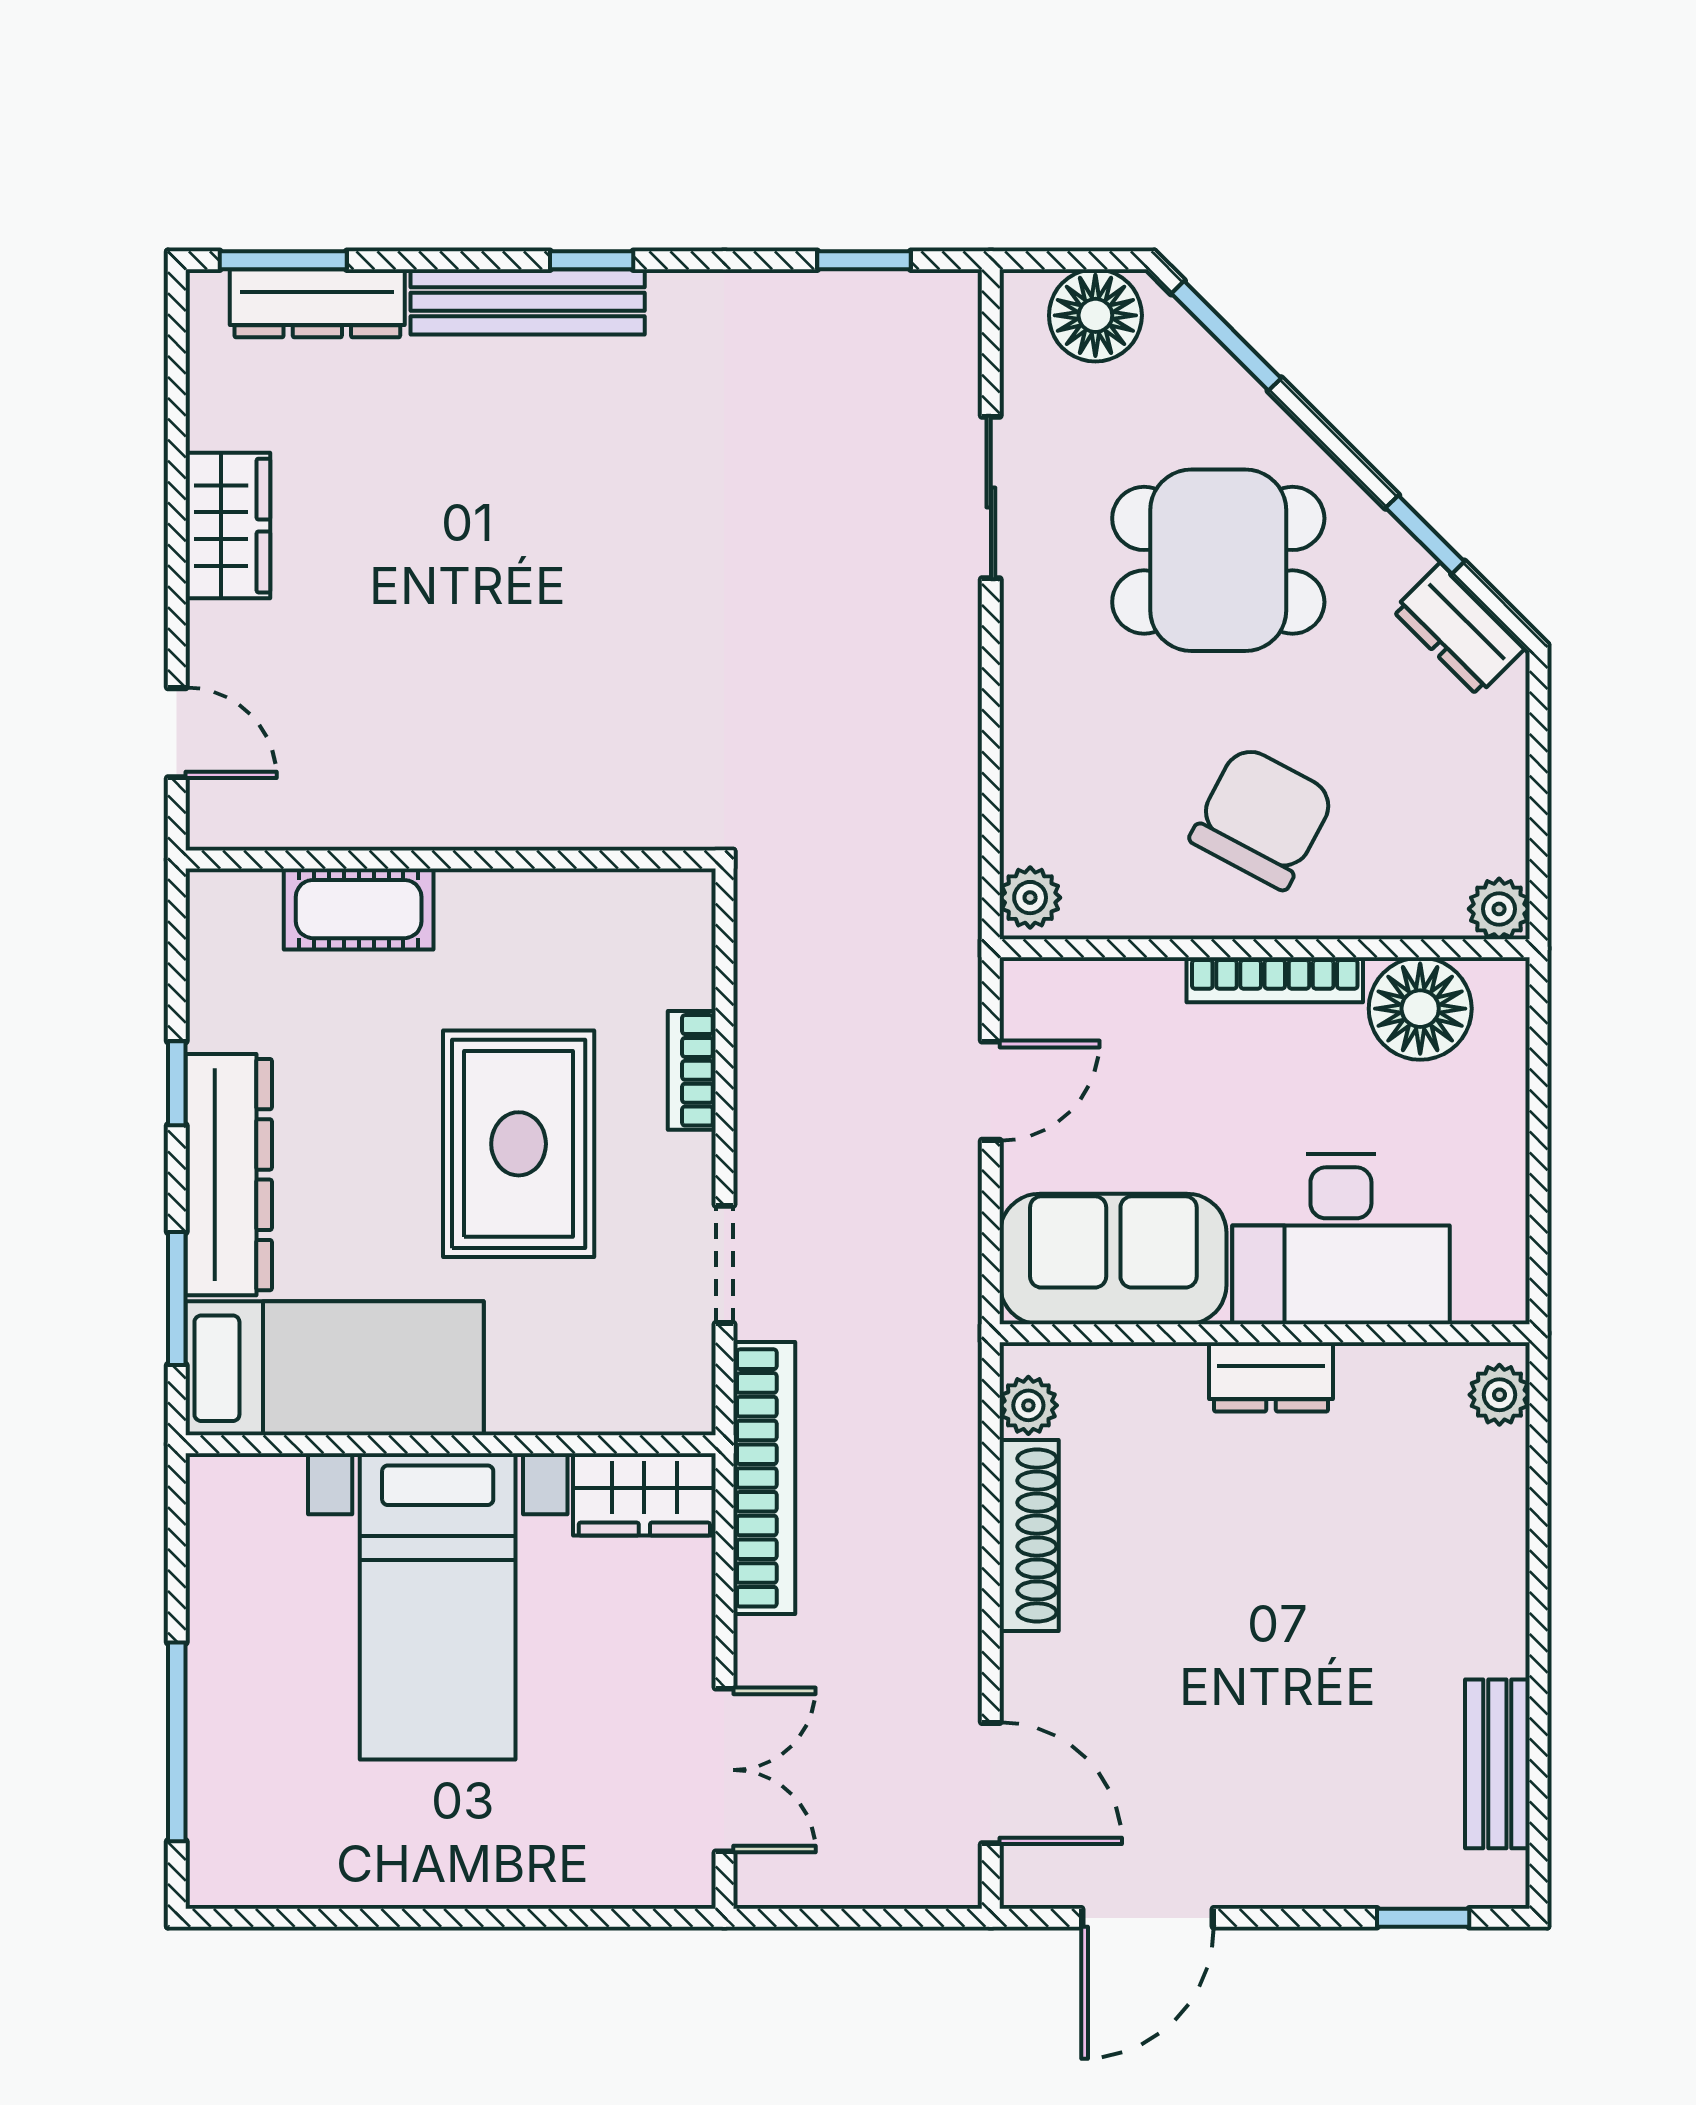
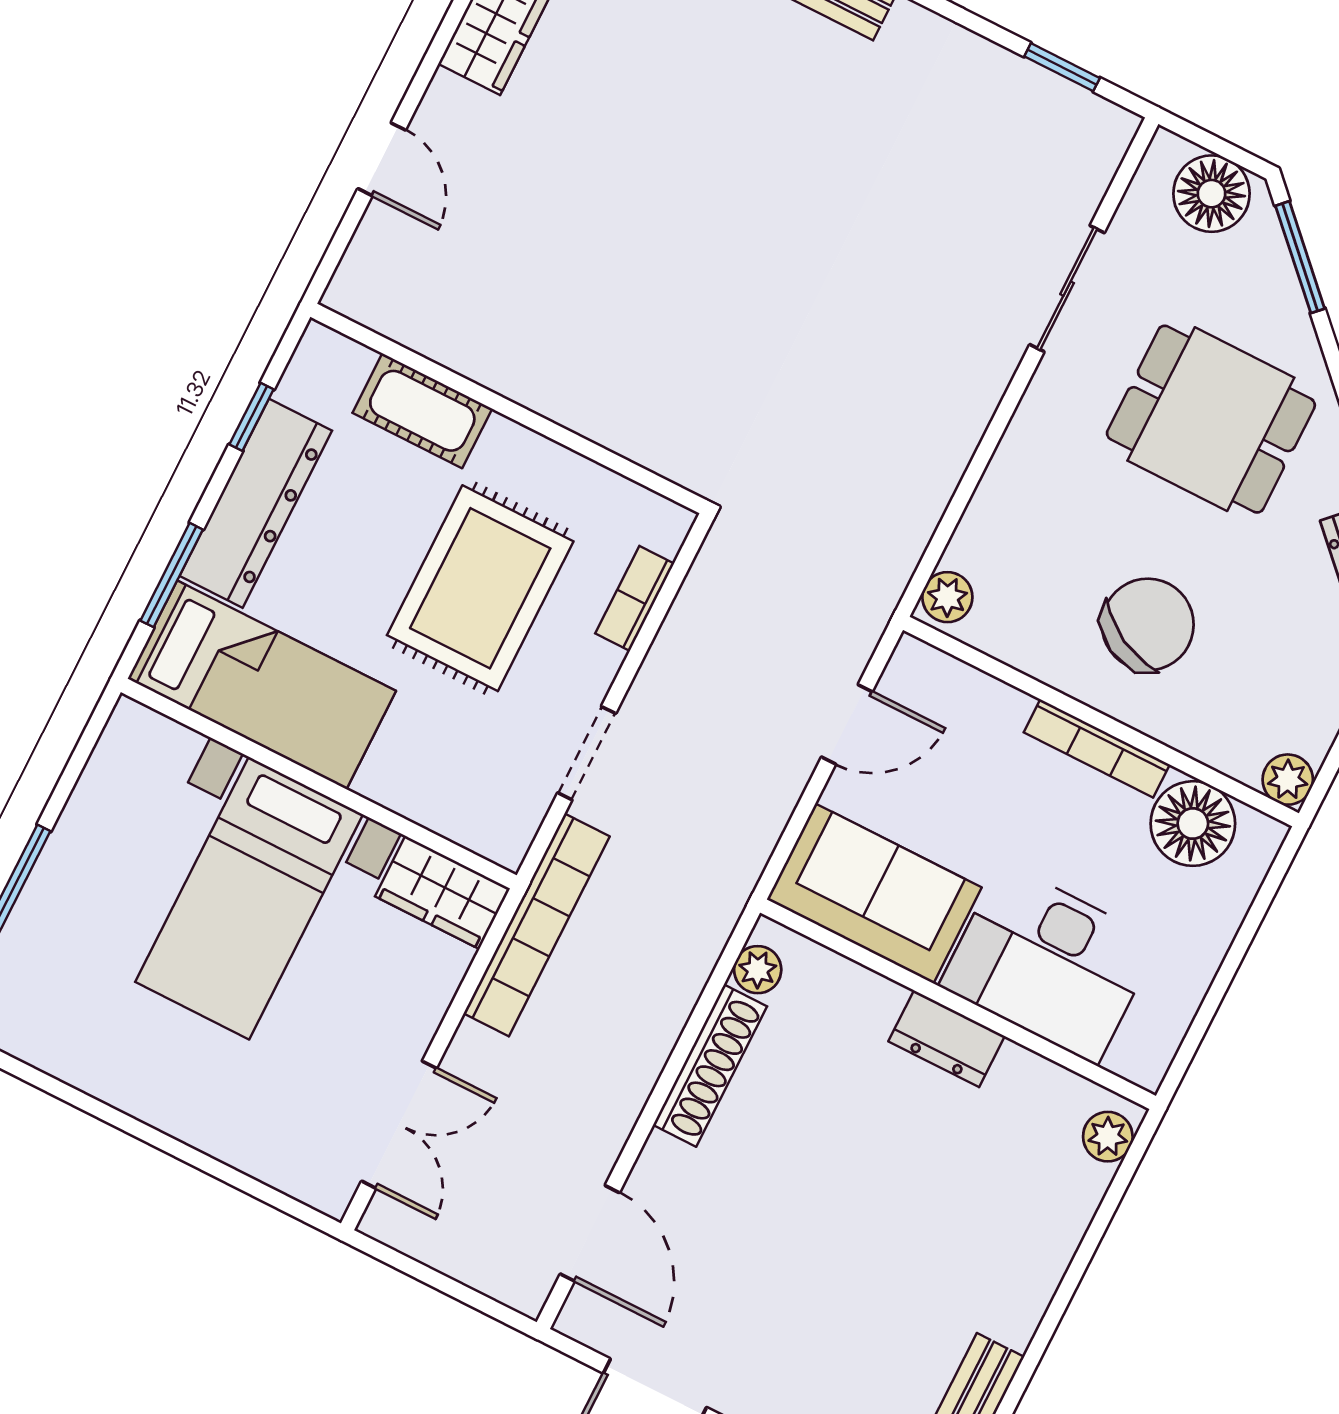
wall: (451, 860) -> (508, 409), moved
cot: (359, 909) -> (422, 411), moved

